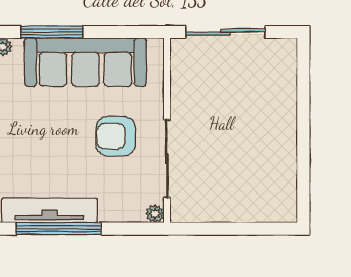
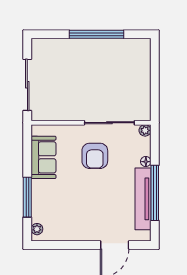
sofa: (85, 62) -> (44, 157), width x0.54, depth x0.79
window: (303, 139) -> (96, 34), added
floor lamp: (107, 215) -> (146, 162), added

